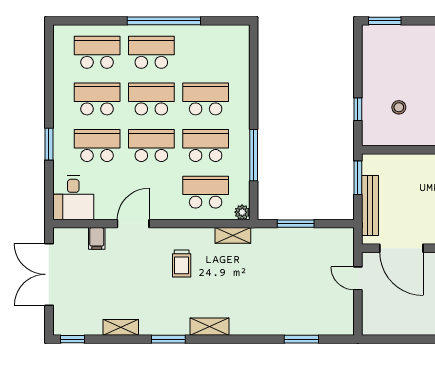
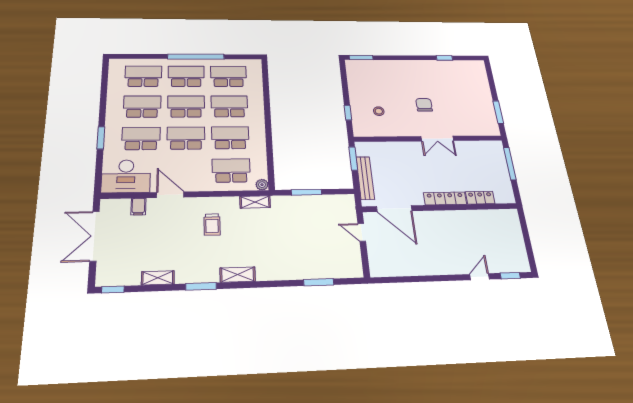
school desk: (206, 52) -> (228, 76), added
window: (254, 155) -> (269, 144), removed
desk: (73, 198) -> (126, 176), width x1.37
door: (133, 224) -> (170, 195), hinge flipped

